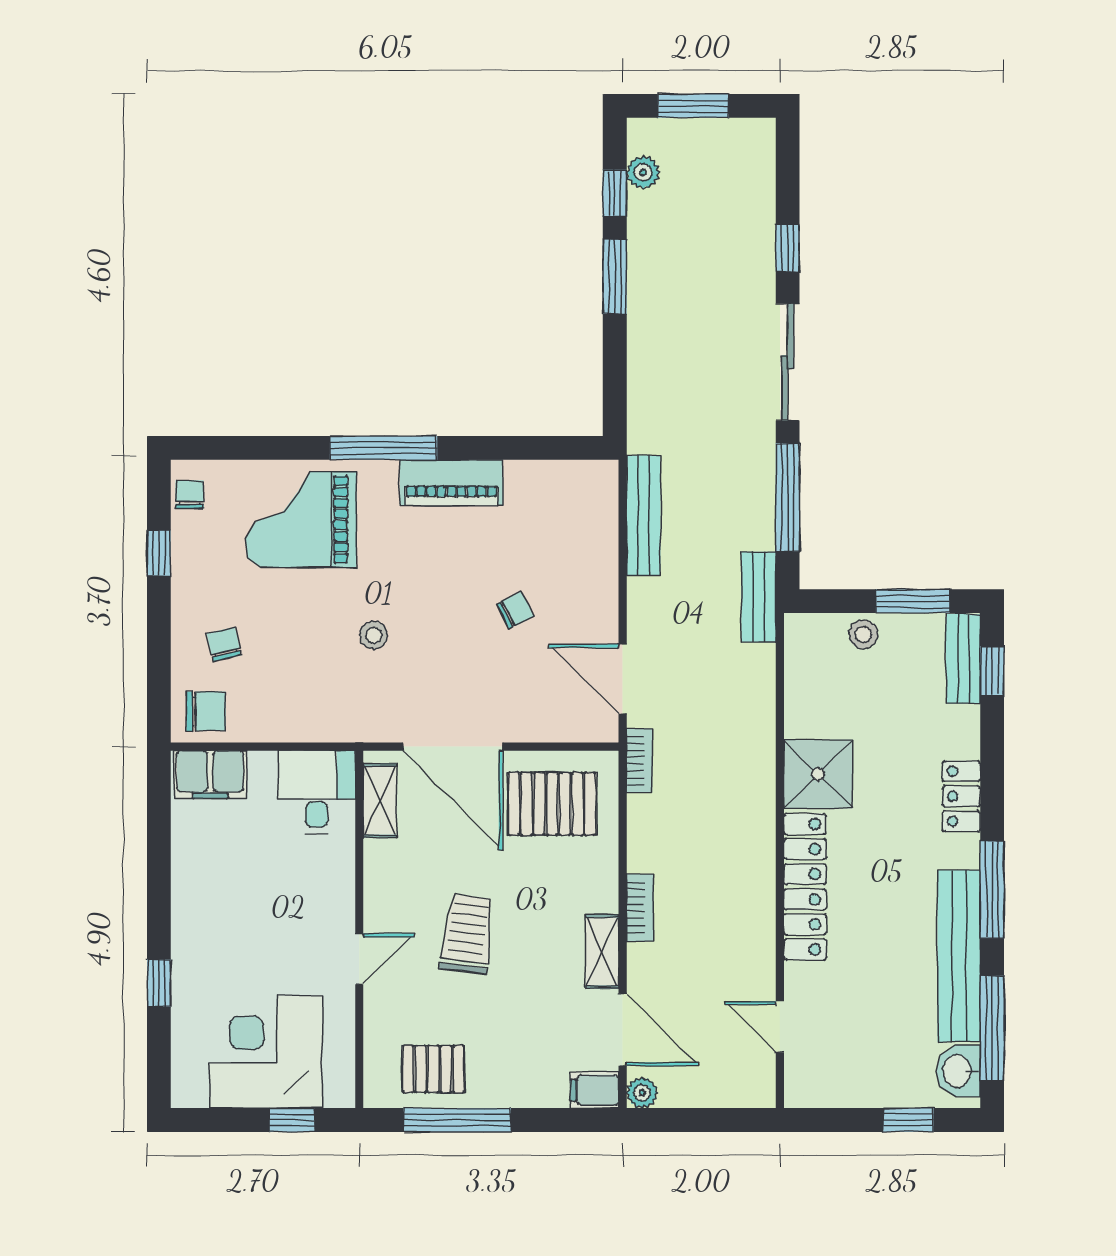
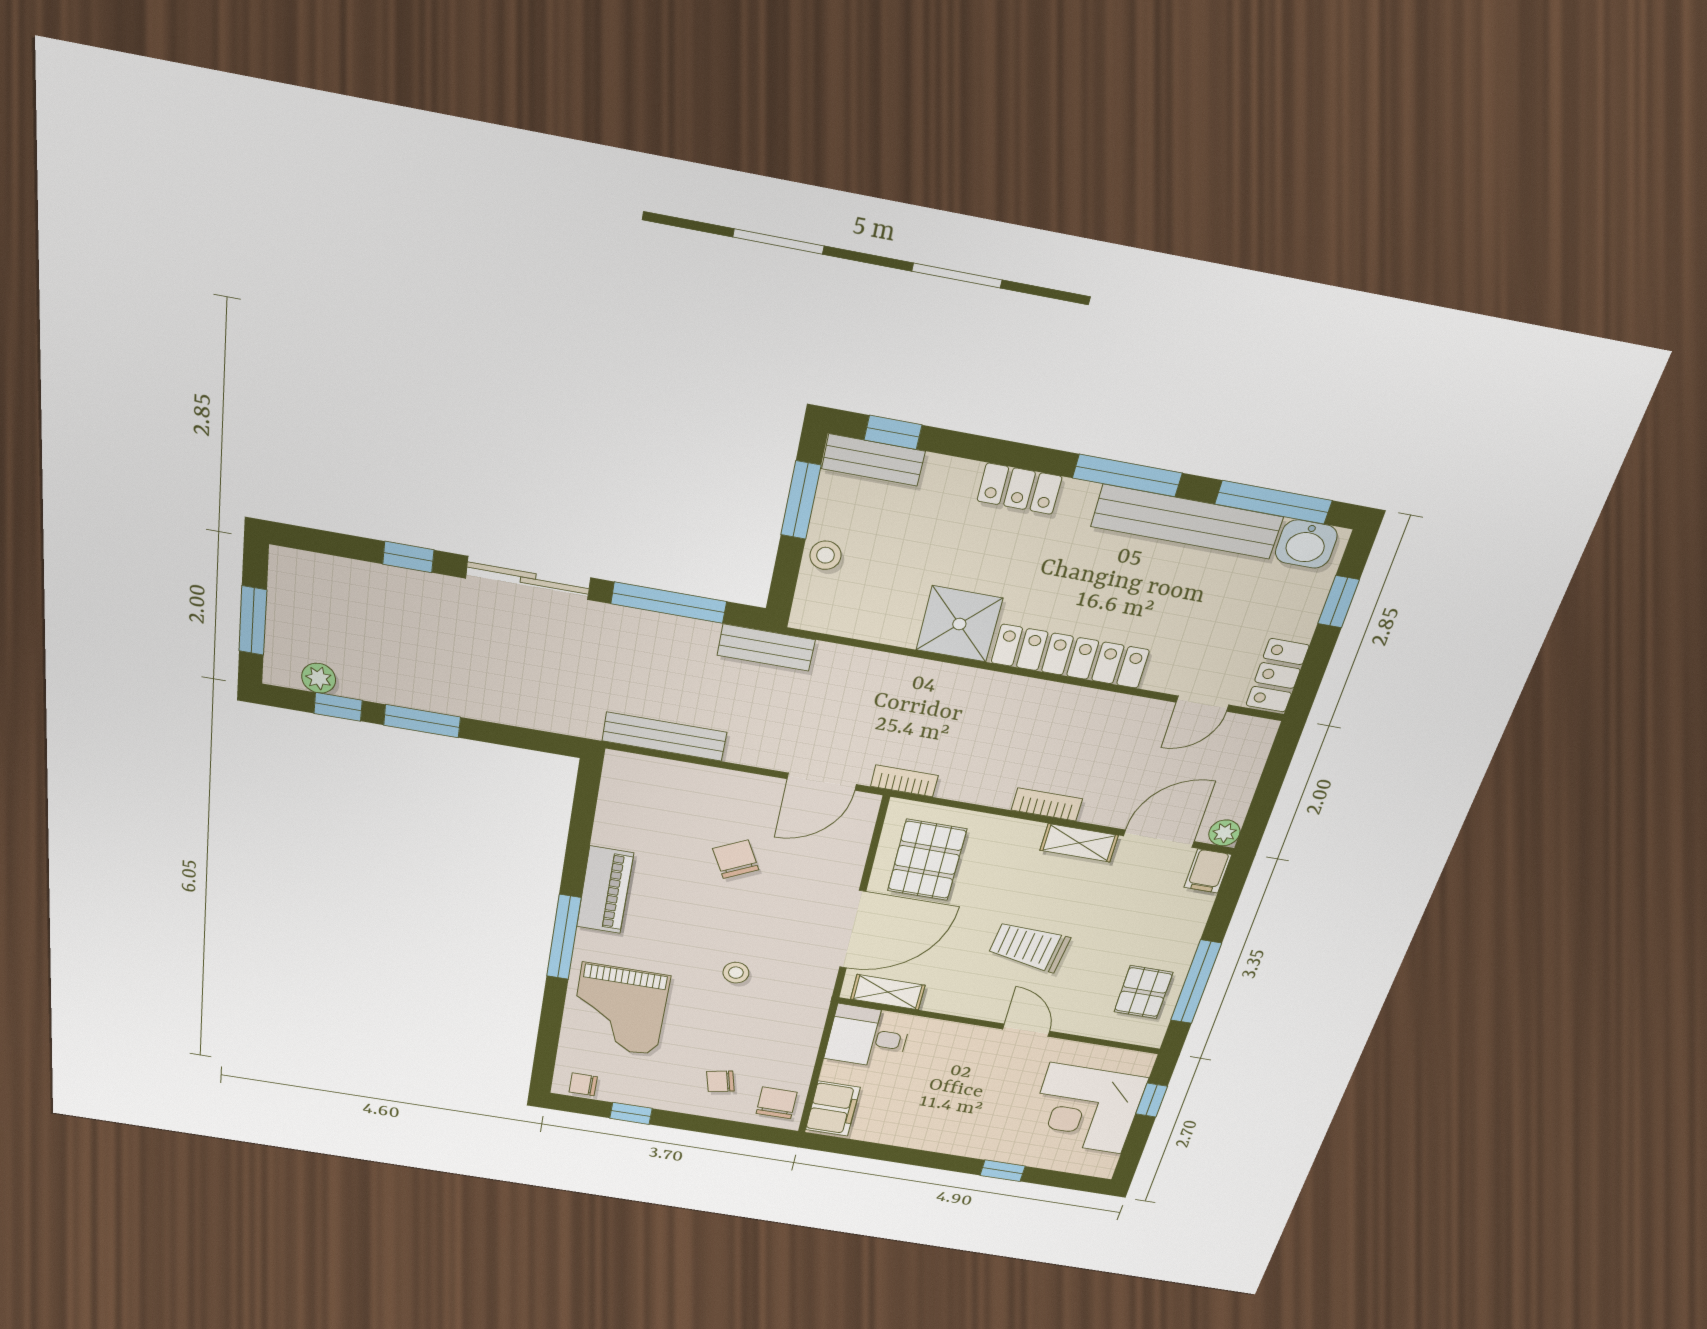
chair: (515, 610) -> (736, 859), width x1.37, depth x1.37
locker: (823, 1088) -> (1277, 675), added

